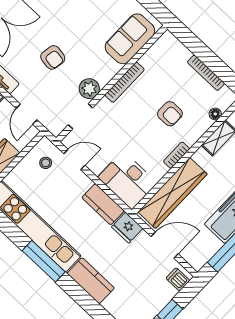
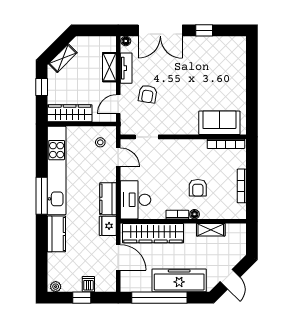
armchair: (53, 57) -> (148, 94), moved
bookcase: (125, 82) -> (226, 144), moved
plant: (89, 89) -> (168, 127), removed
floor lamp: (215, 114) -> (194, 214), moved
dishwasher: (178, 279) -> (88, 284), moved

